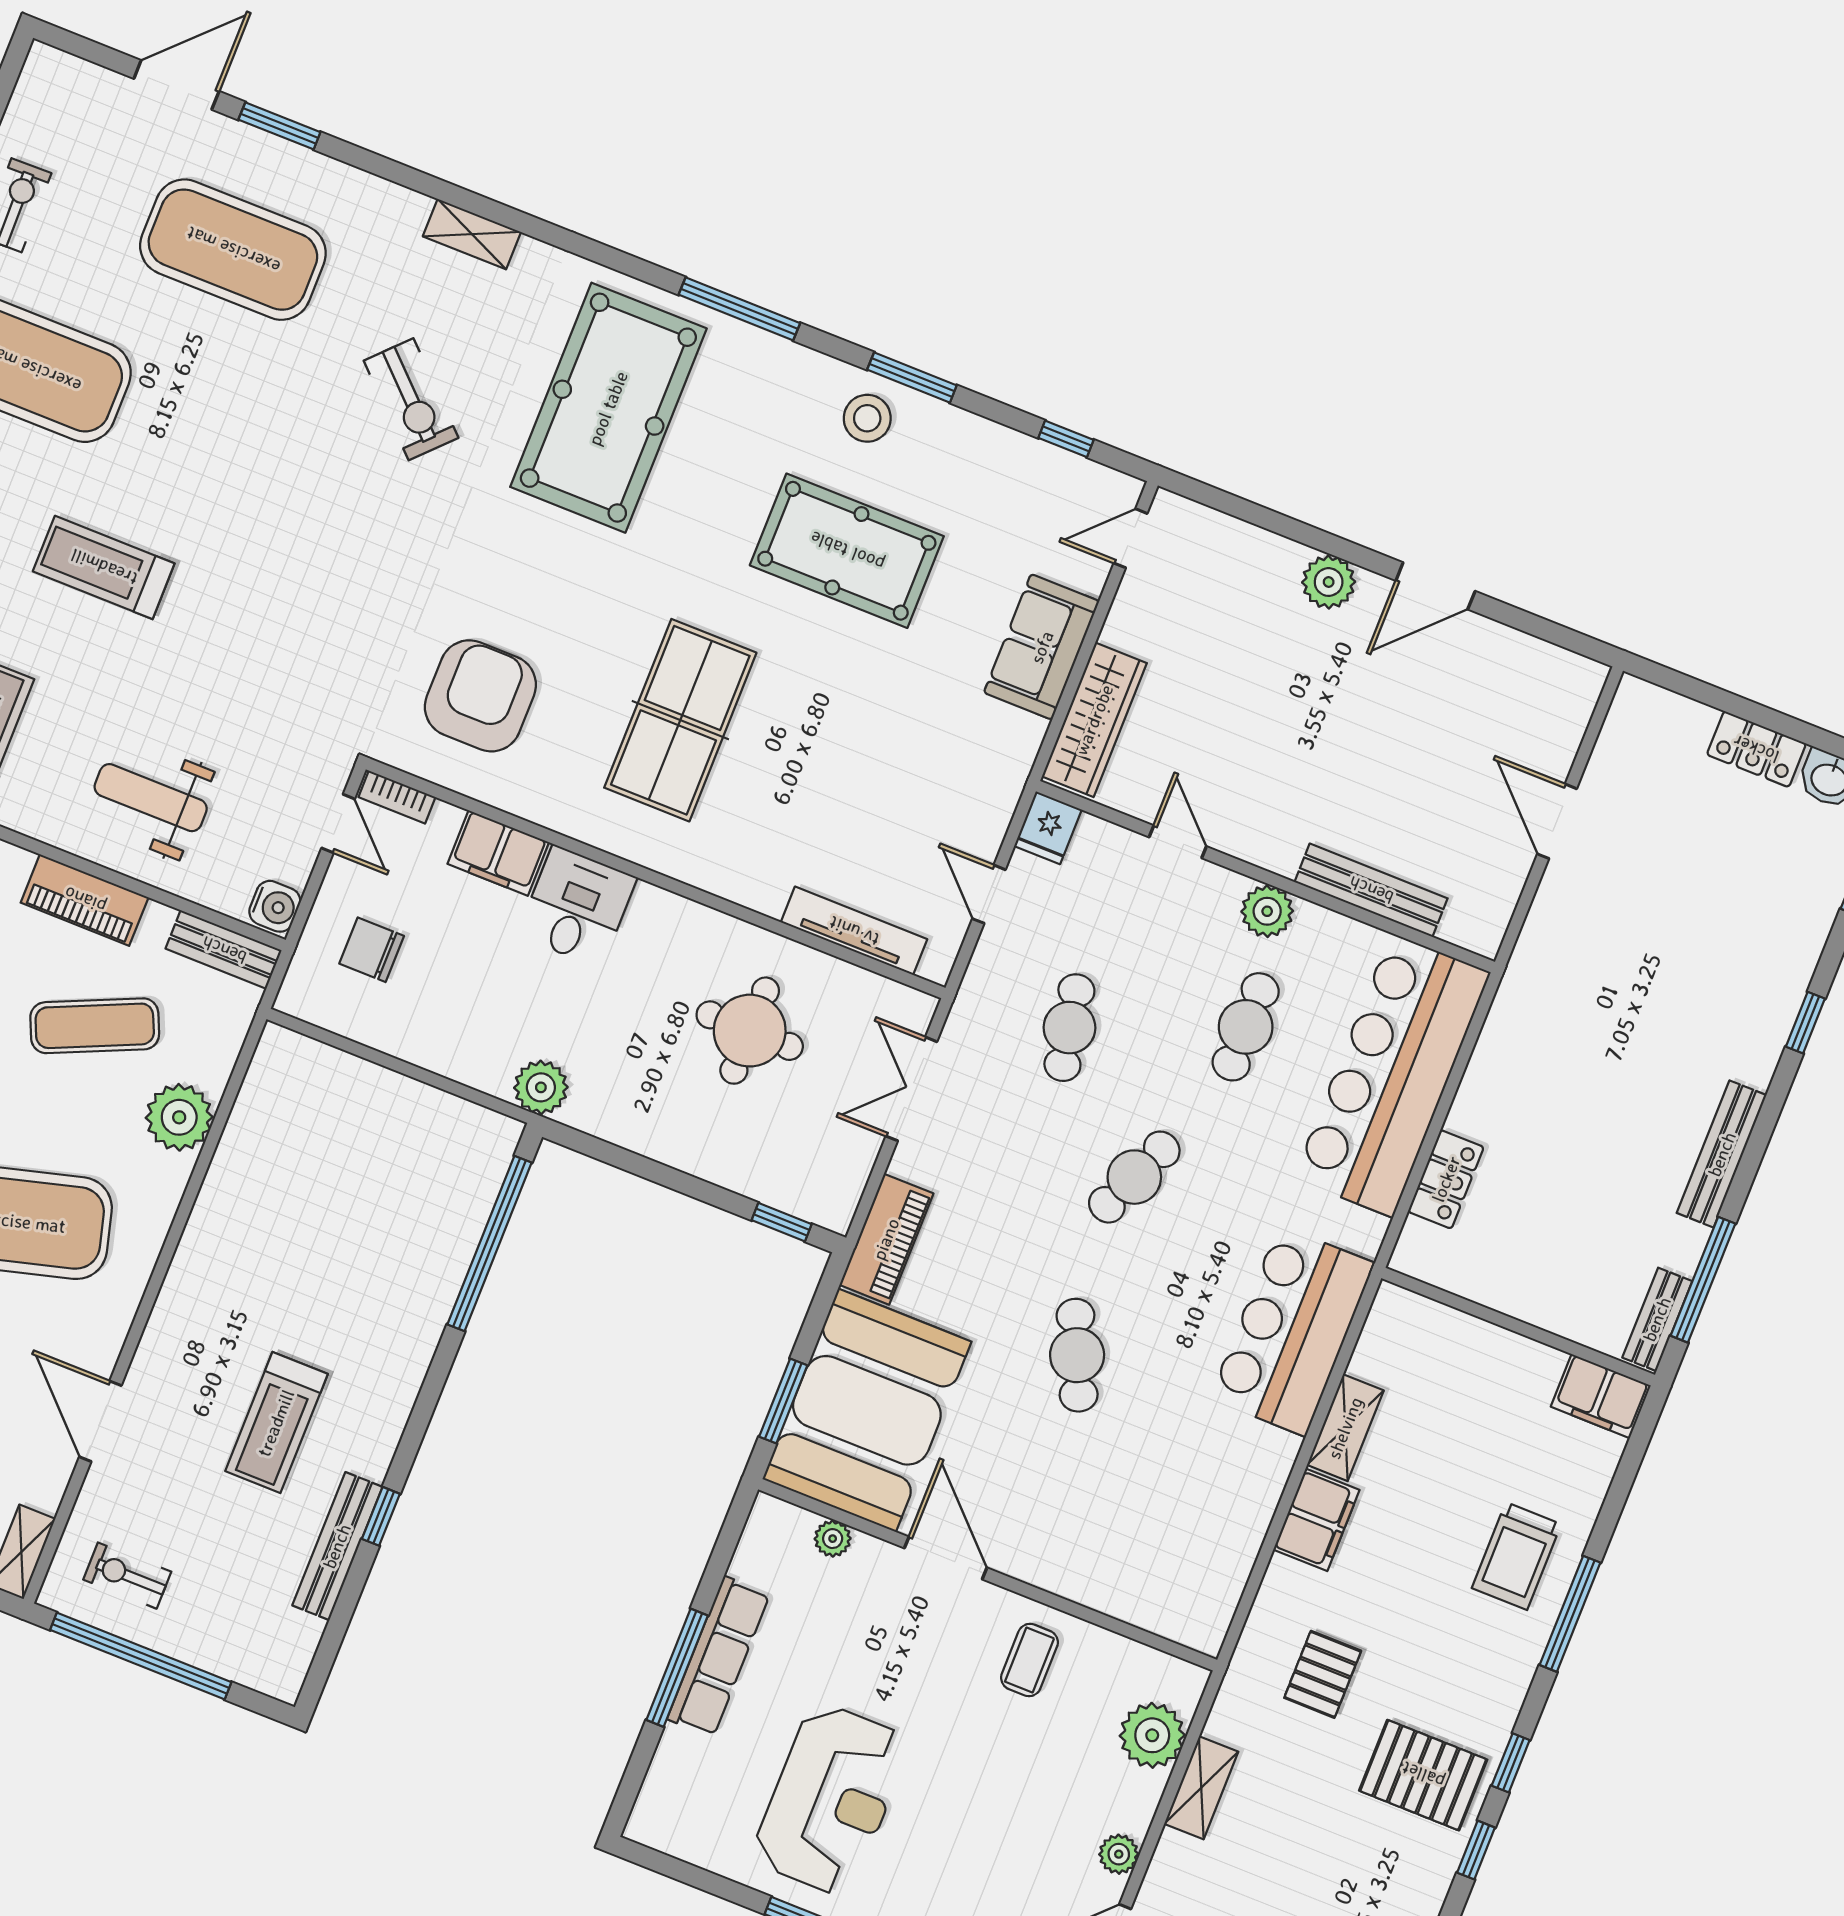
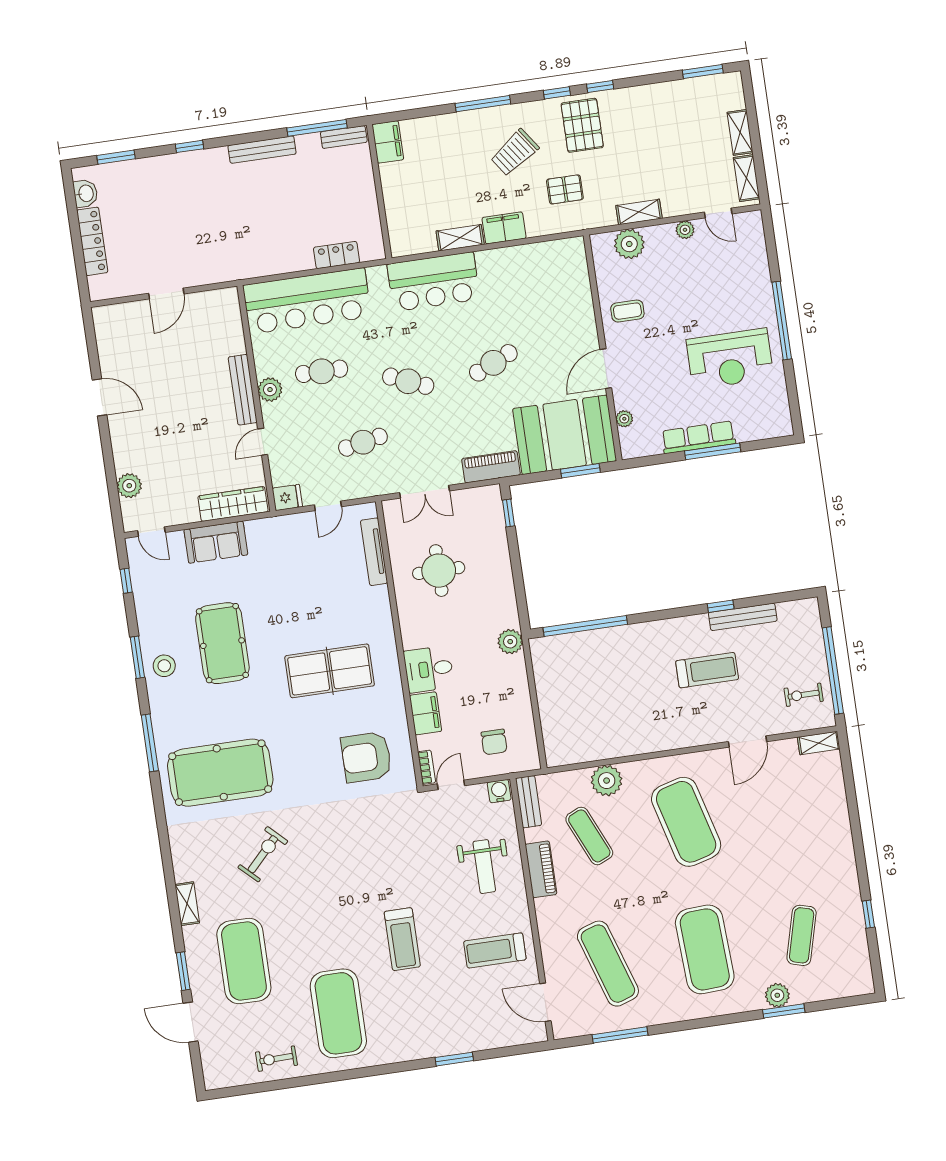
shelving: (472, 234) -> (187, 904), moved
plant: (1329, 582) -> (129, 486), moved
locker: (1756, 749) -> (92, 241), width x1.53
bench: (1371, 890) -> (243, 390), moved
trolley: (1516, 1556) -> (514, 153), moved, turned 145
exercise bike: (127, 1576) -> (804, 695), turned 90
reception desk: (831, 1799) -> (730, 359), turned 180

